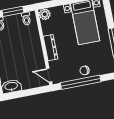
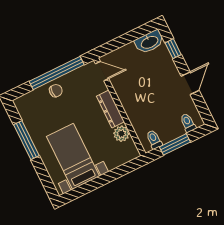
plant: (45, 14) -> (121, 134), moved

